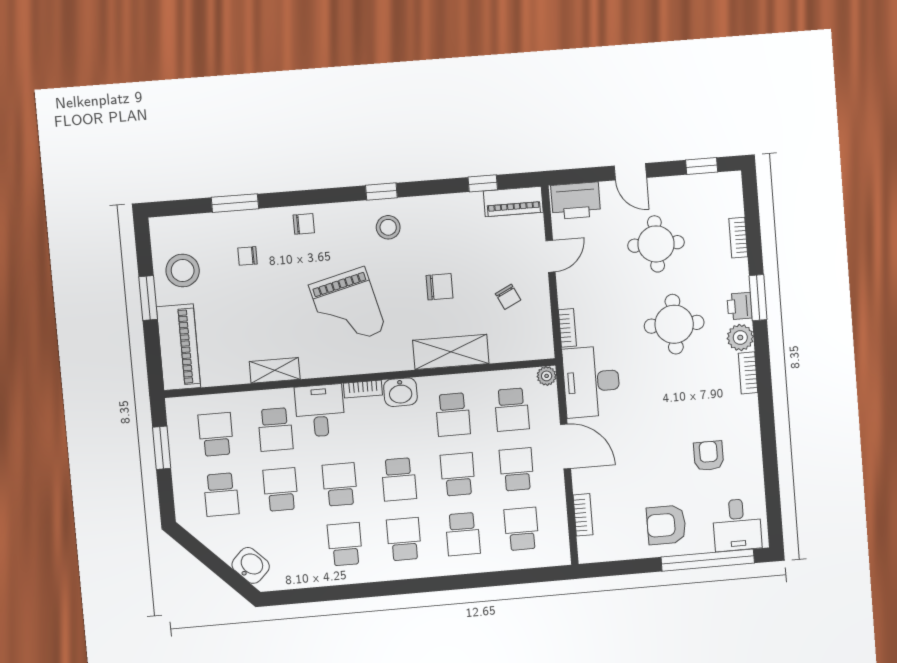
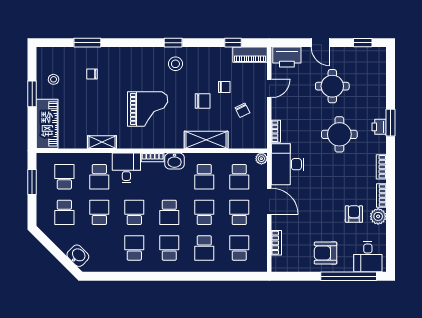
chair: (304, 224) -> (224, 87), moved
bookcase: (738, 238) -> (381, 195), moved
stool: (183, 270) -> (54, 79), width x0.53, depth x0.53
grand piano: (347, 308) -> (148, 109), turned -76
plant: (740, 338) -> (378, 216), moved

